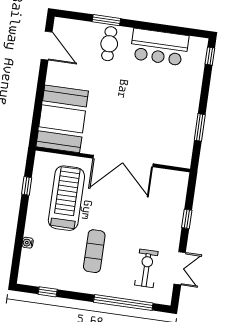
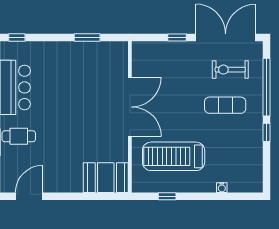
booth: (62, 119) -> (106, 178), width x0.73, depth x0.70
exercise mat: (94, 251) -> (225, 105), moved
double door: (180, 268) -> (226, 37), width x1.87
window: (48, 292) -> (266, 132), moved

